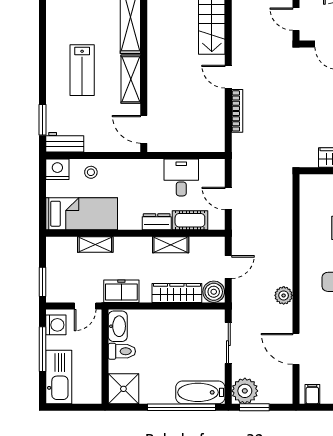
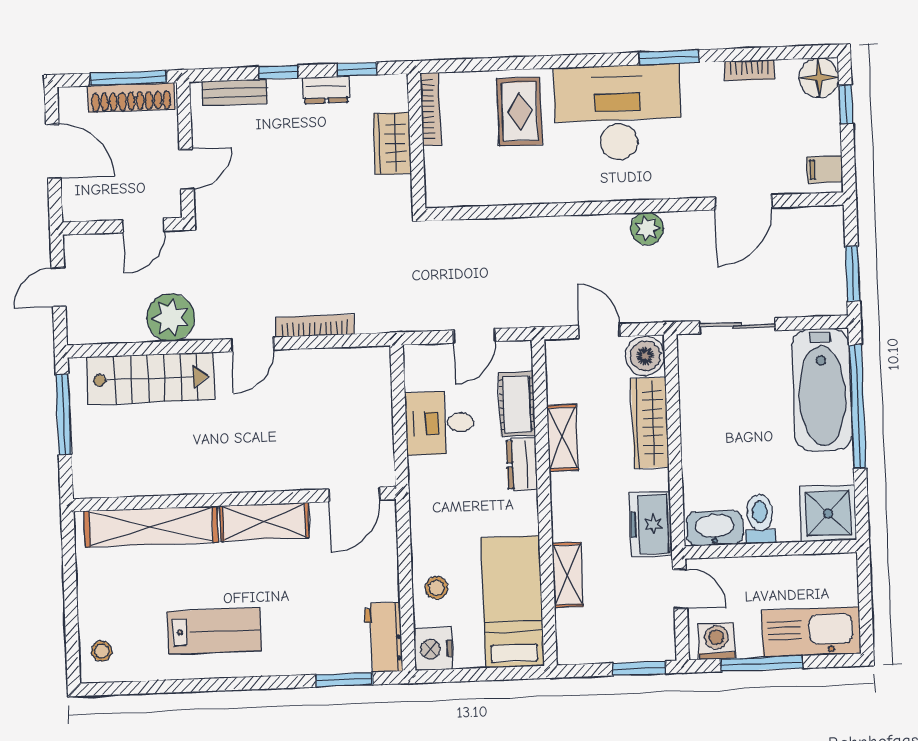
lab bench: (82, 70) -> (214, 631), moved
plant: (245, 391) -> (171, 318), moved
bathtub: (200, 392) -> (822, 390), width x1.36, depth x1.36

